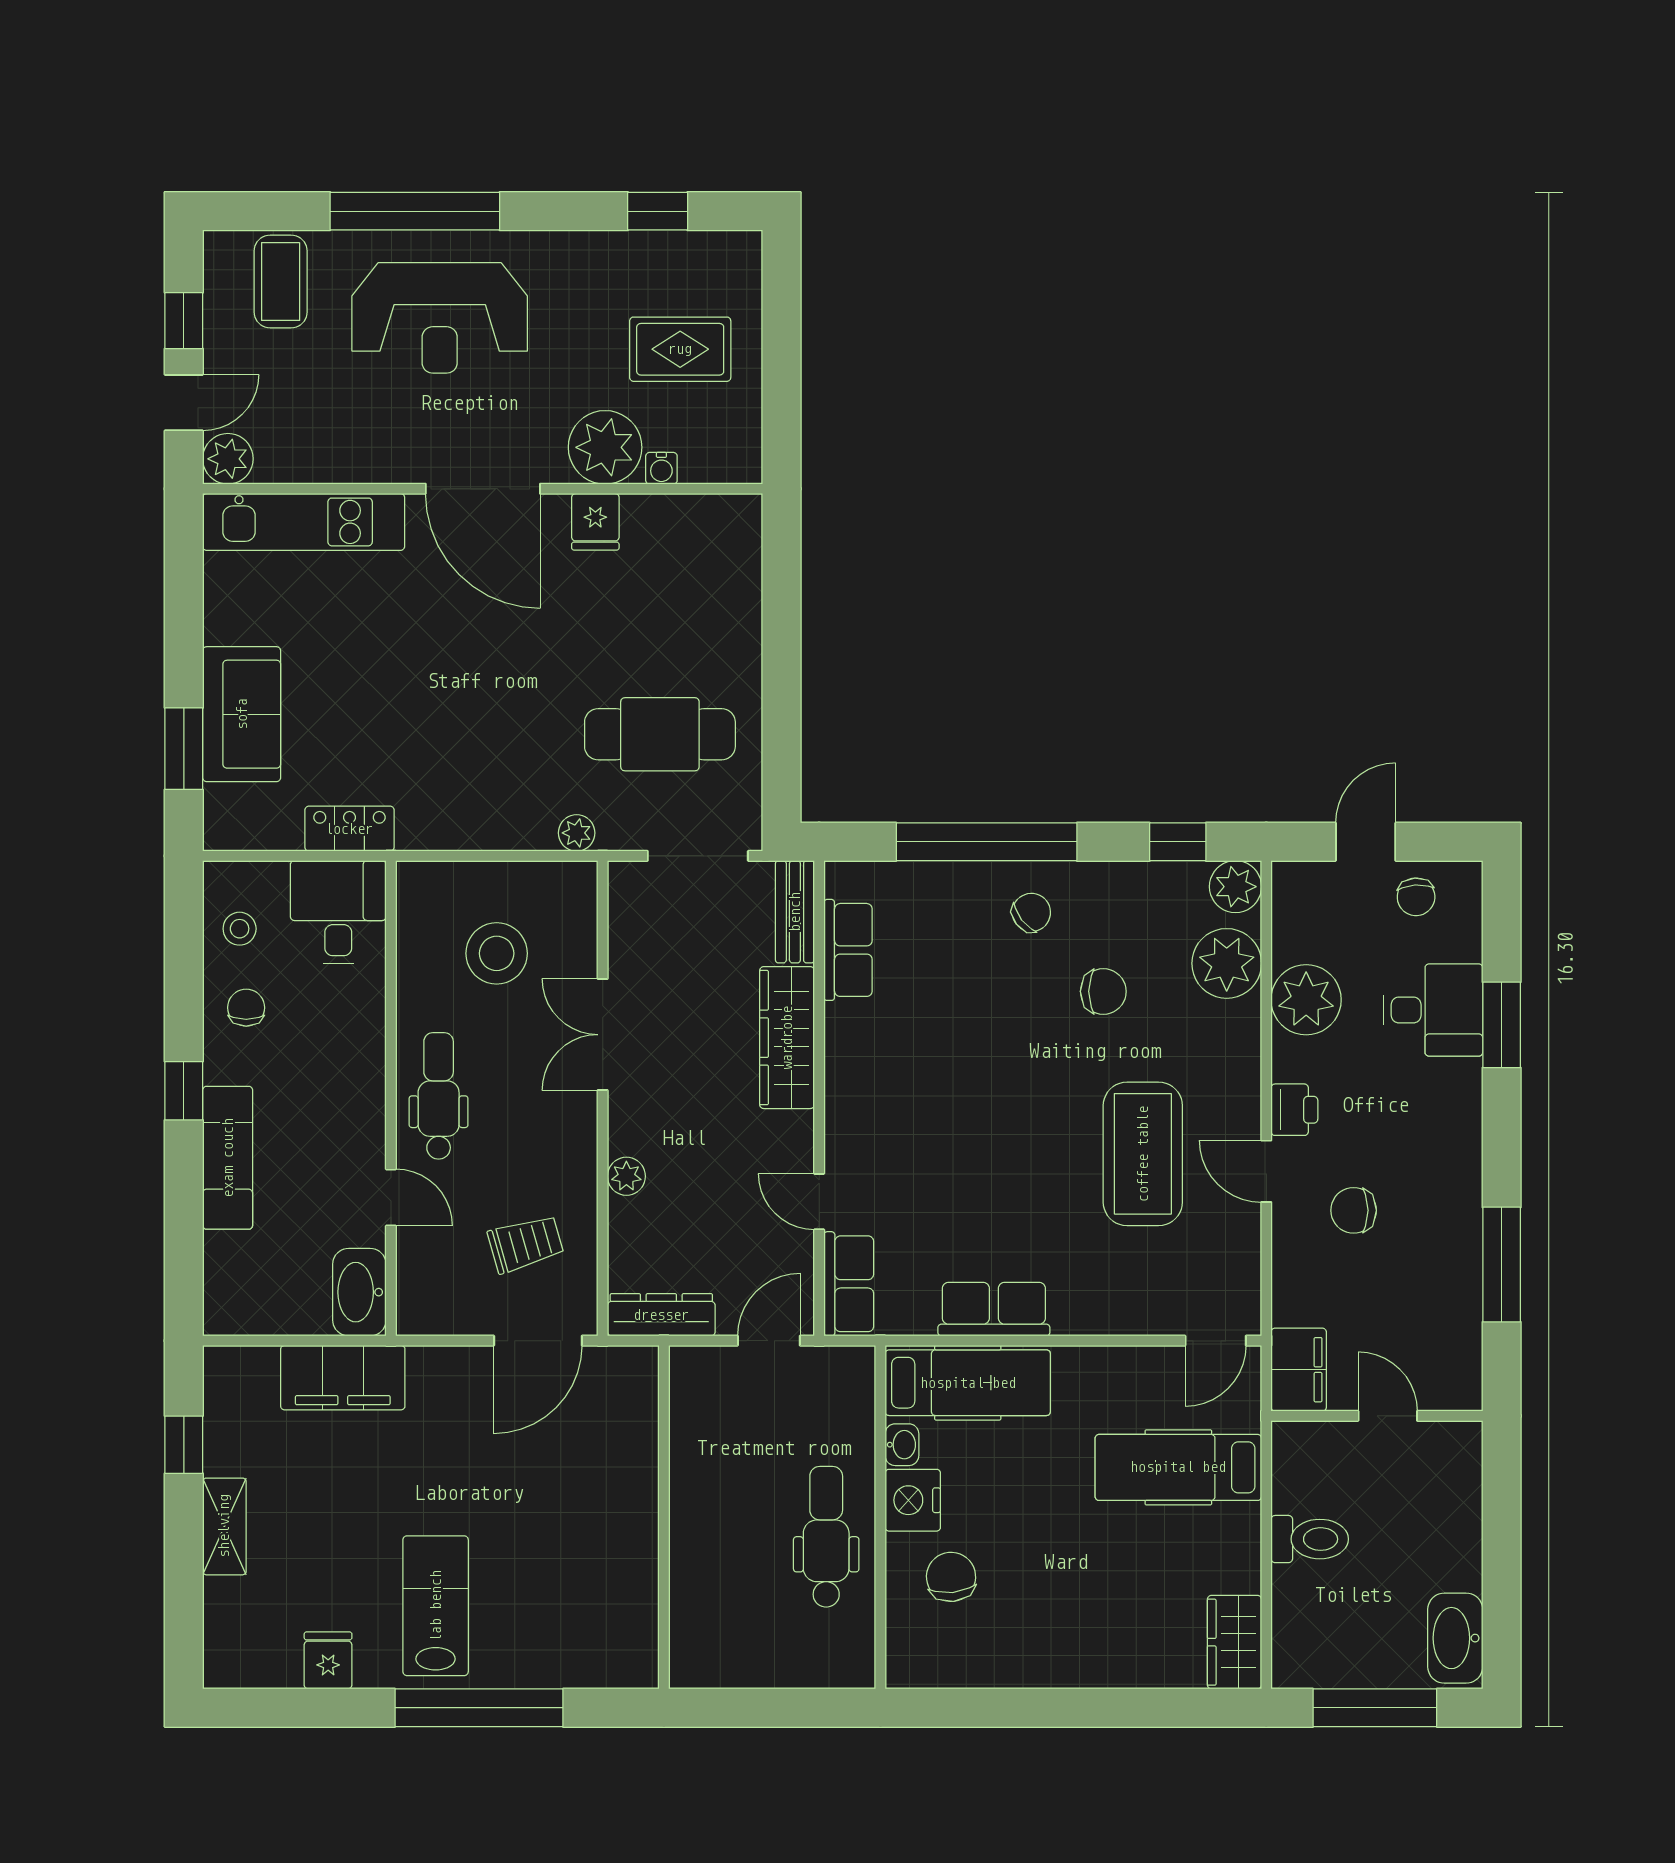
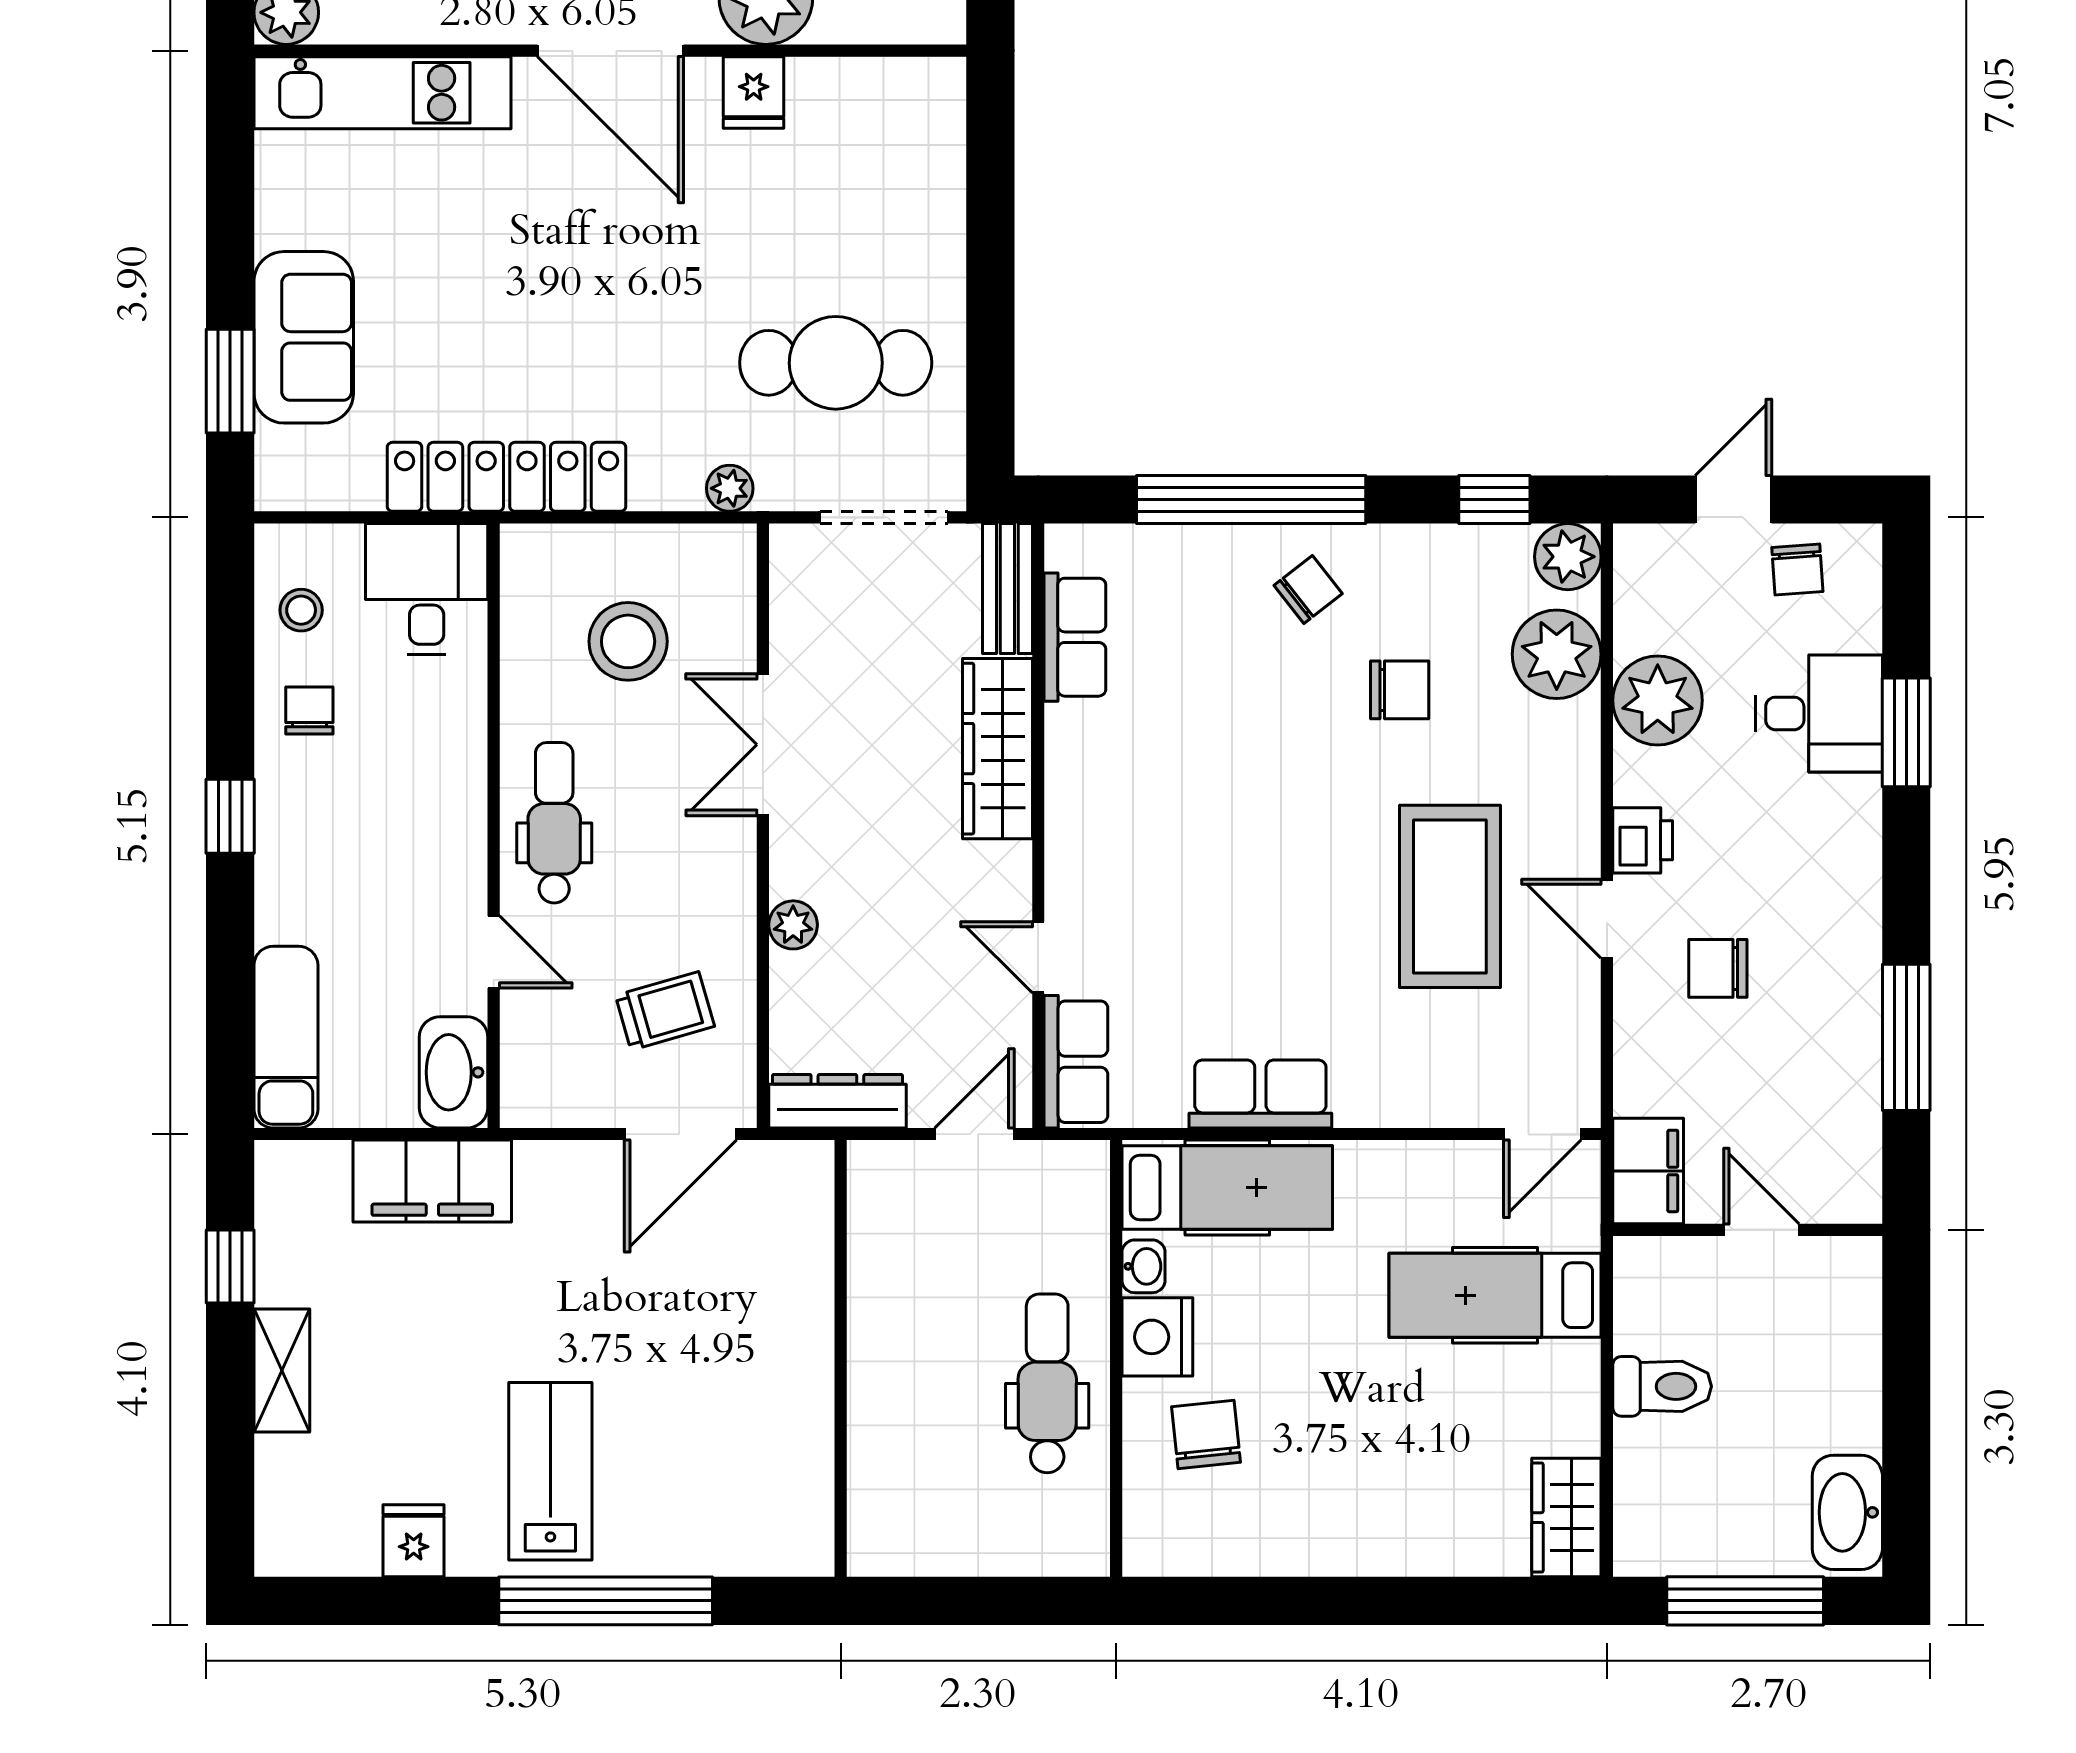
water cooler: (661, 468) -> (838, 24), removed
locker: (349, 829) -> (507, 477), width x2.16, depth x1.21
exam couch: (228, 1158) -> (286, 1037), moved

